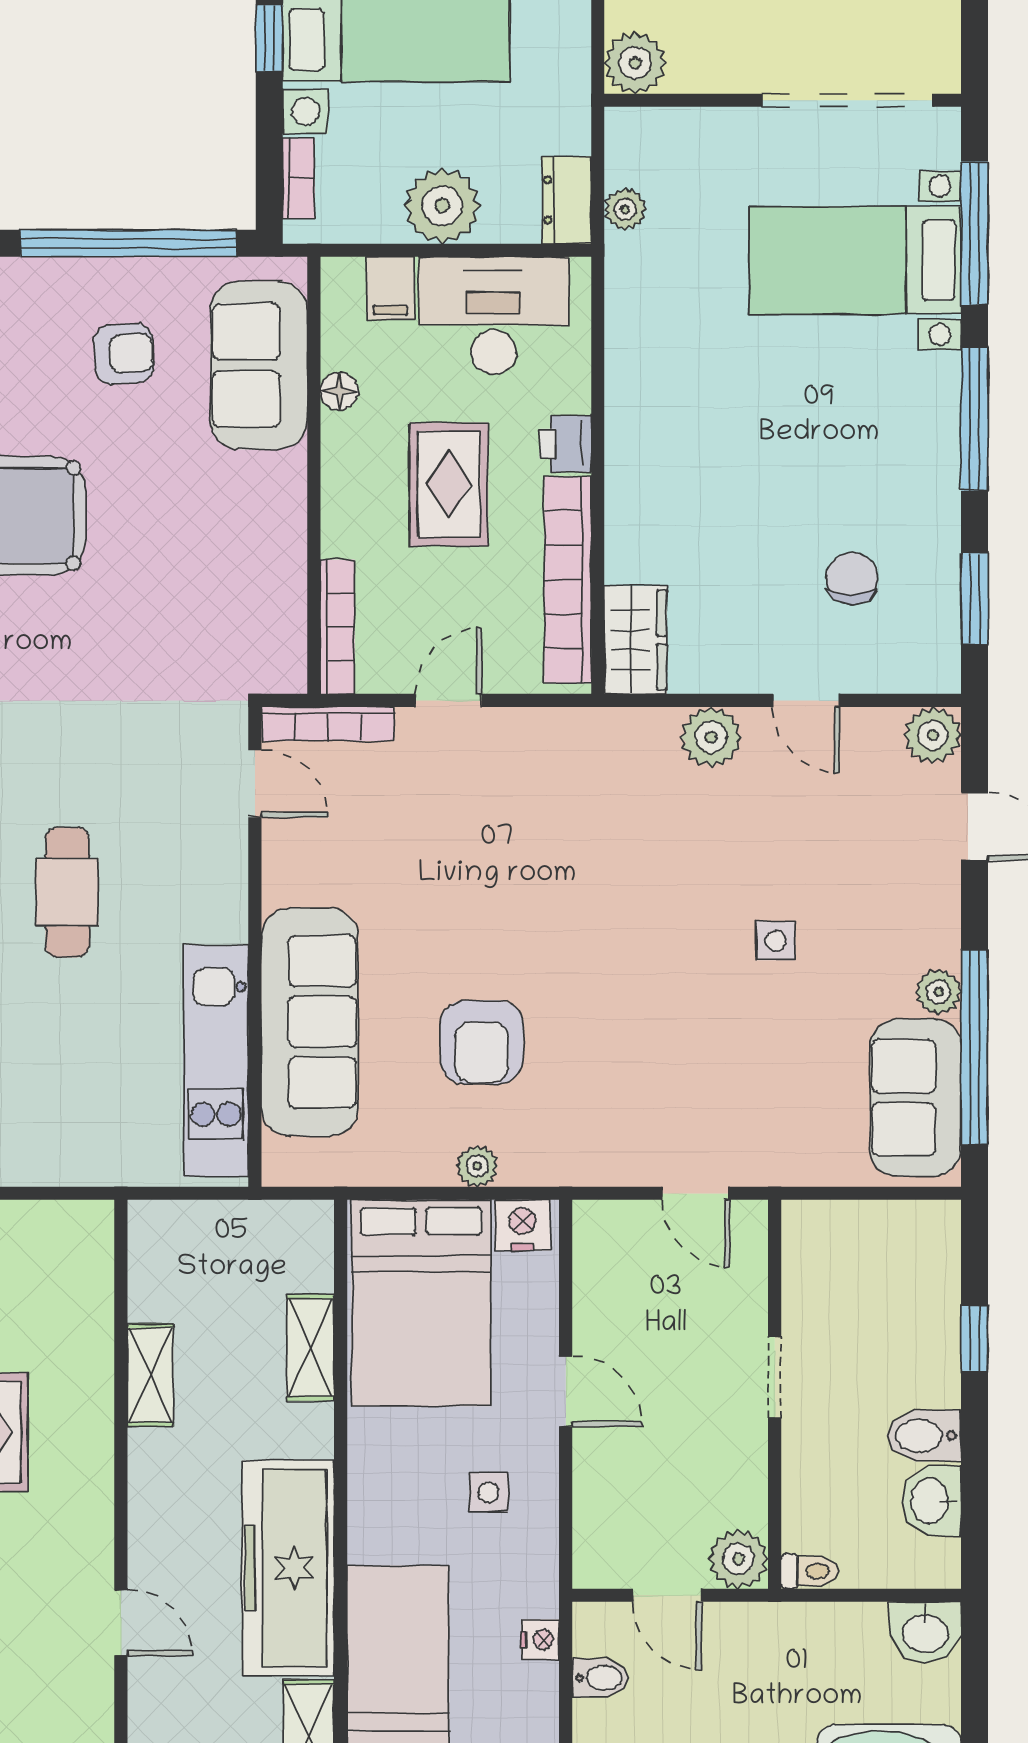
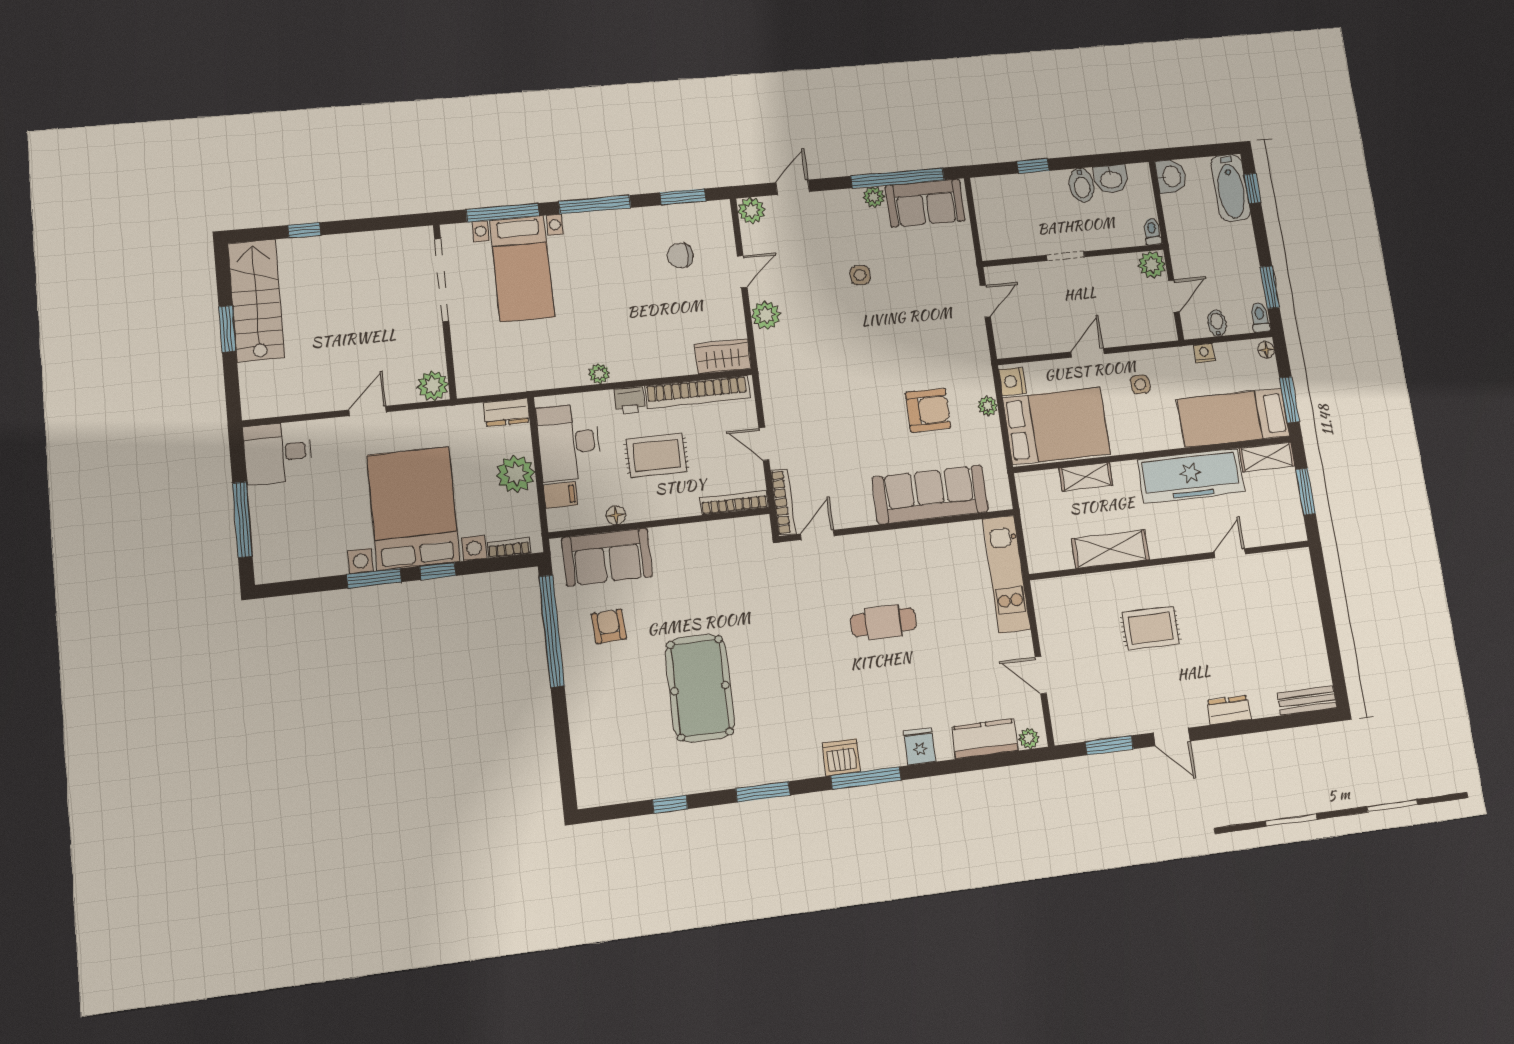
plant: (625, 209) -> (599, 374), moved
kitchen unit: (216, 1061) -> (1007, 574), moved, turned 90
shelving: (150, 1375) -> (1110, 549), width x1.50, depth x1.33

